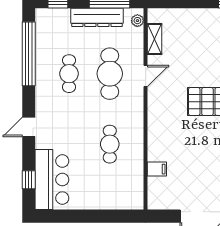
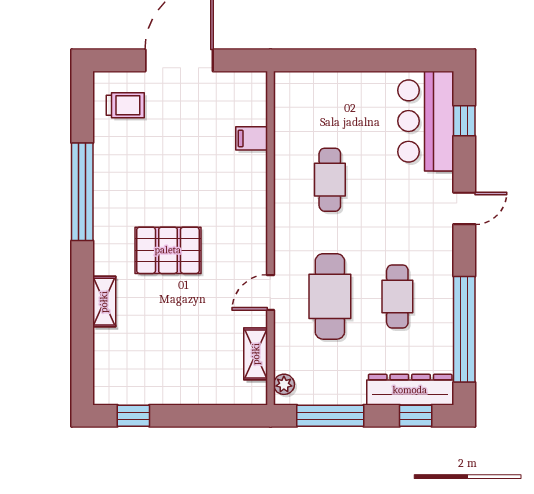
dresser: (97, 17) -> (410, 390), moved

